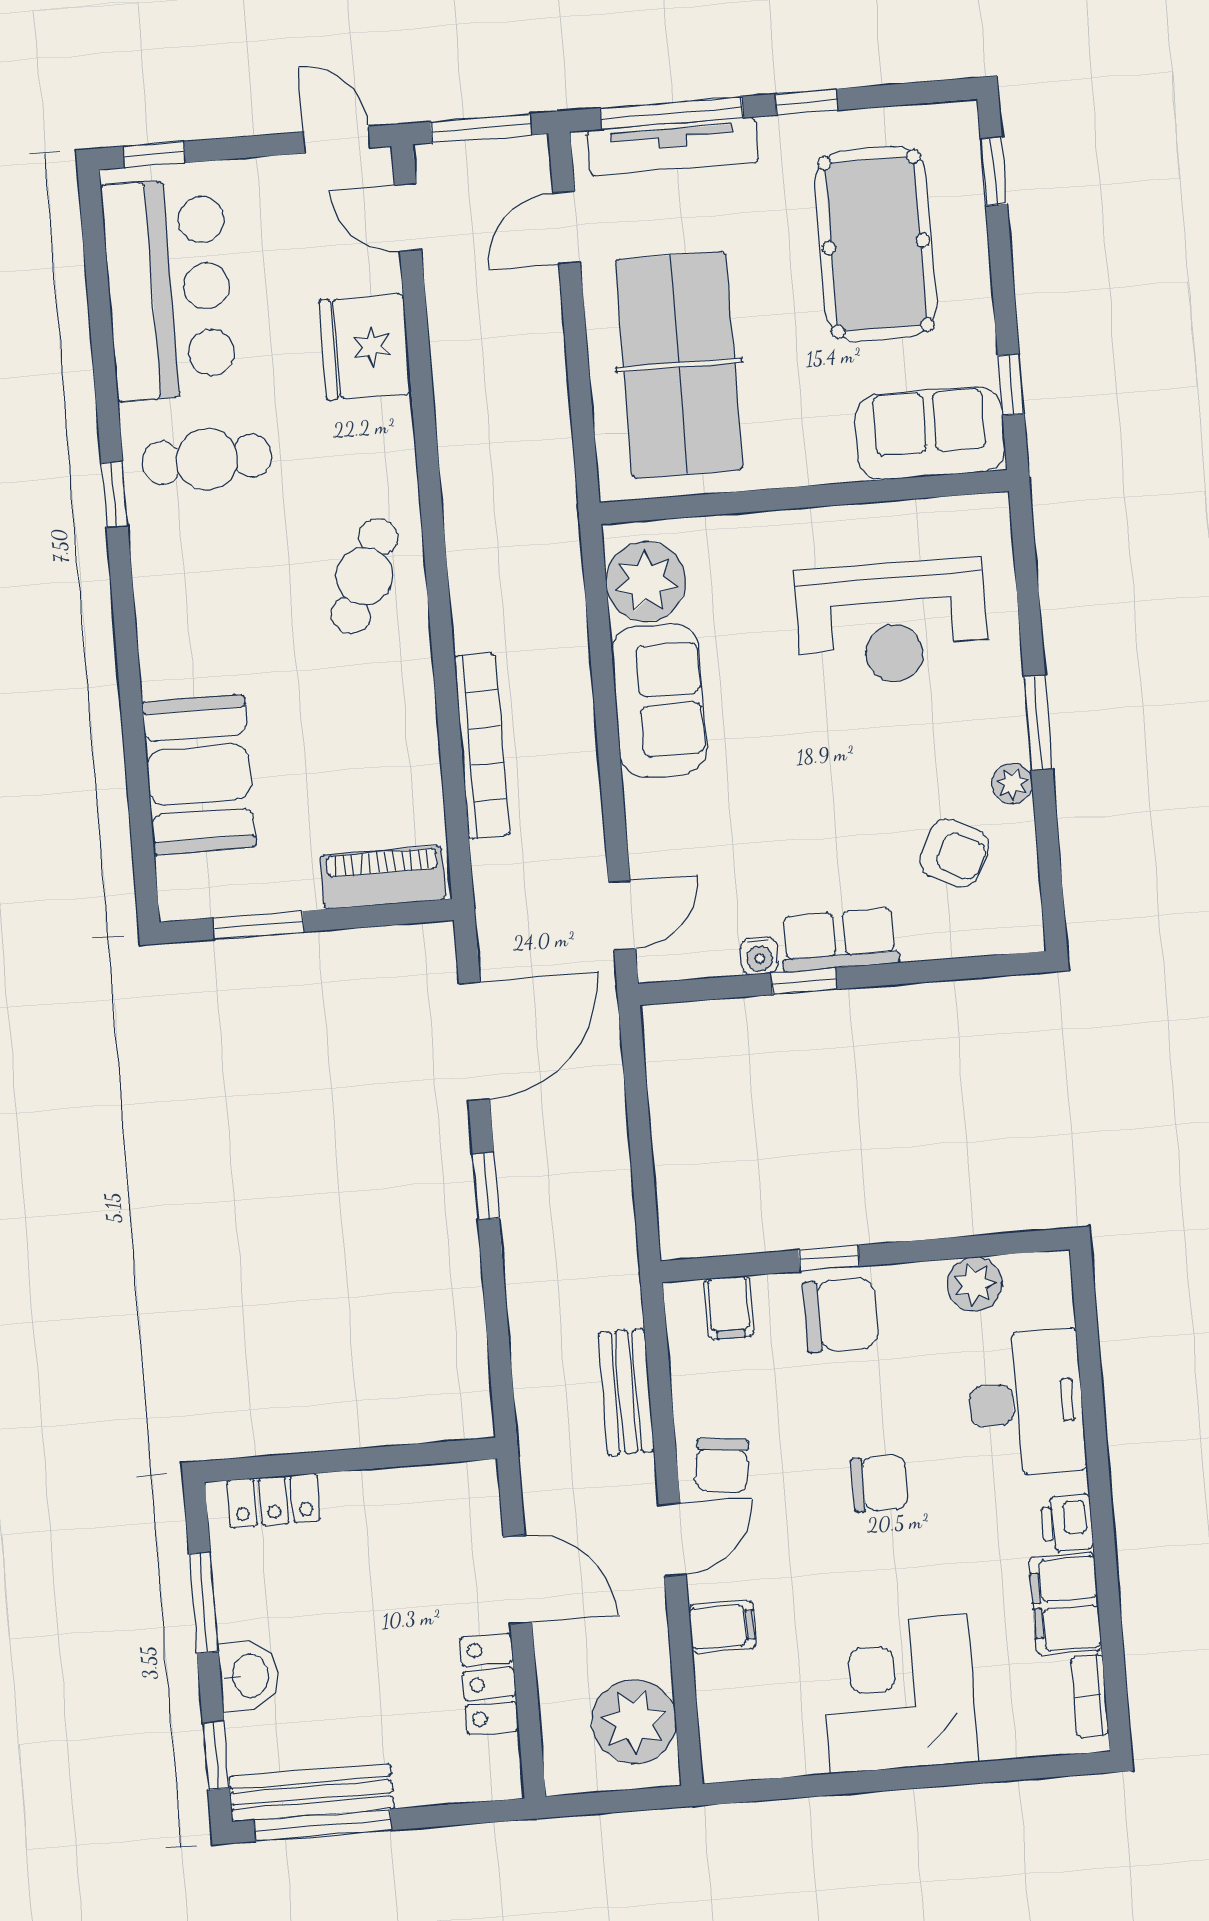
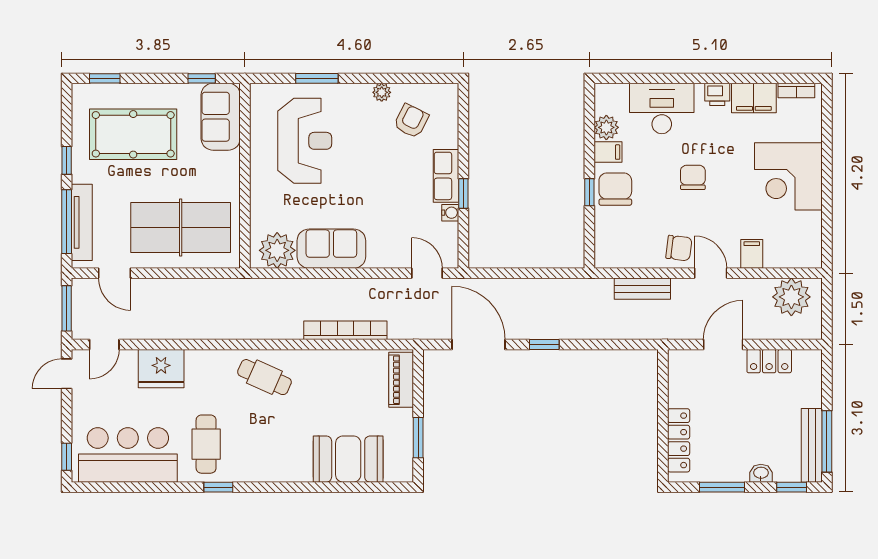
window: (1038, 723) -> (317, 78), moved
filing cabinet: (729, 1307) -> (608, 152), moved
locker: (274, 1501) -> (679, 440), width x1.53
washbasin: (249, 1676) -> (761, 473), width x0.72, depth x0.69

